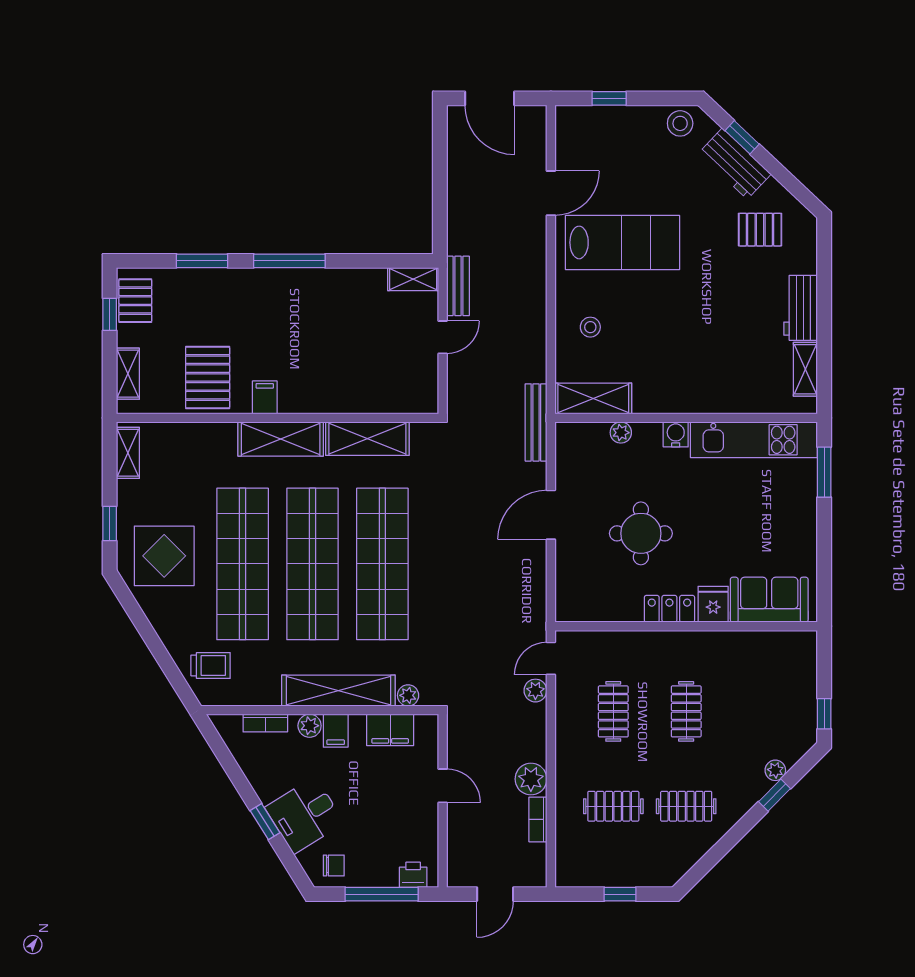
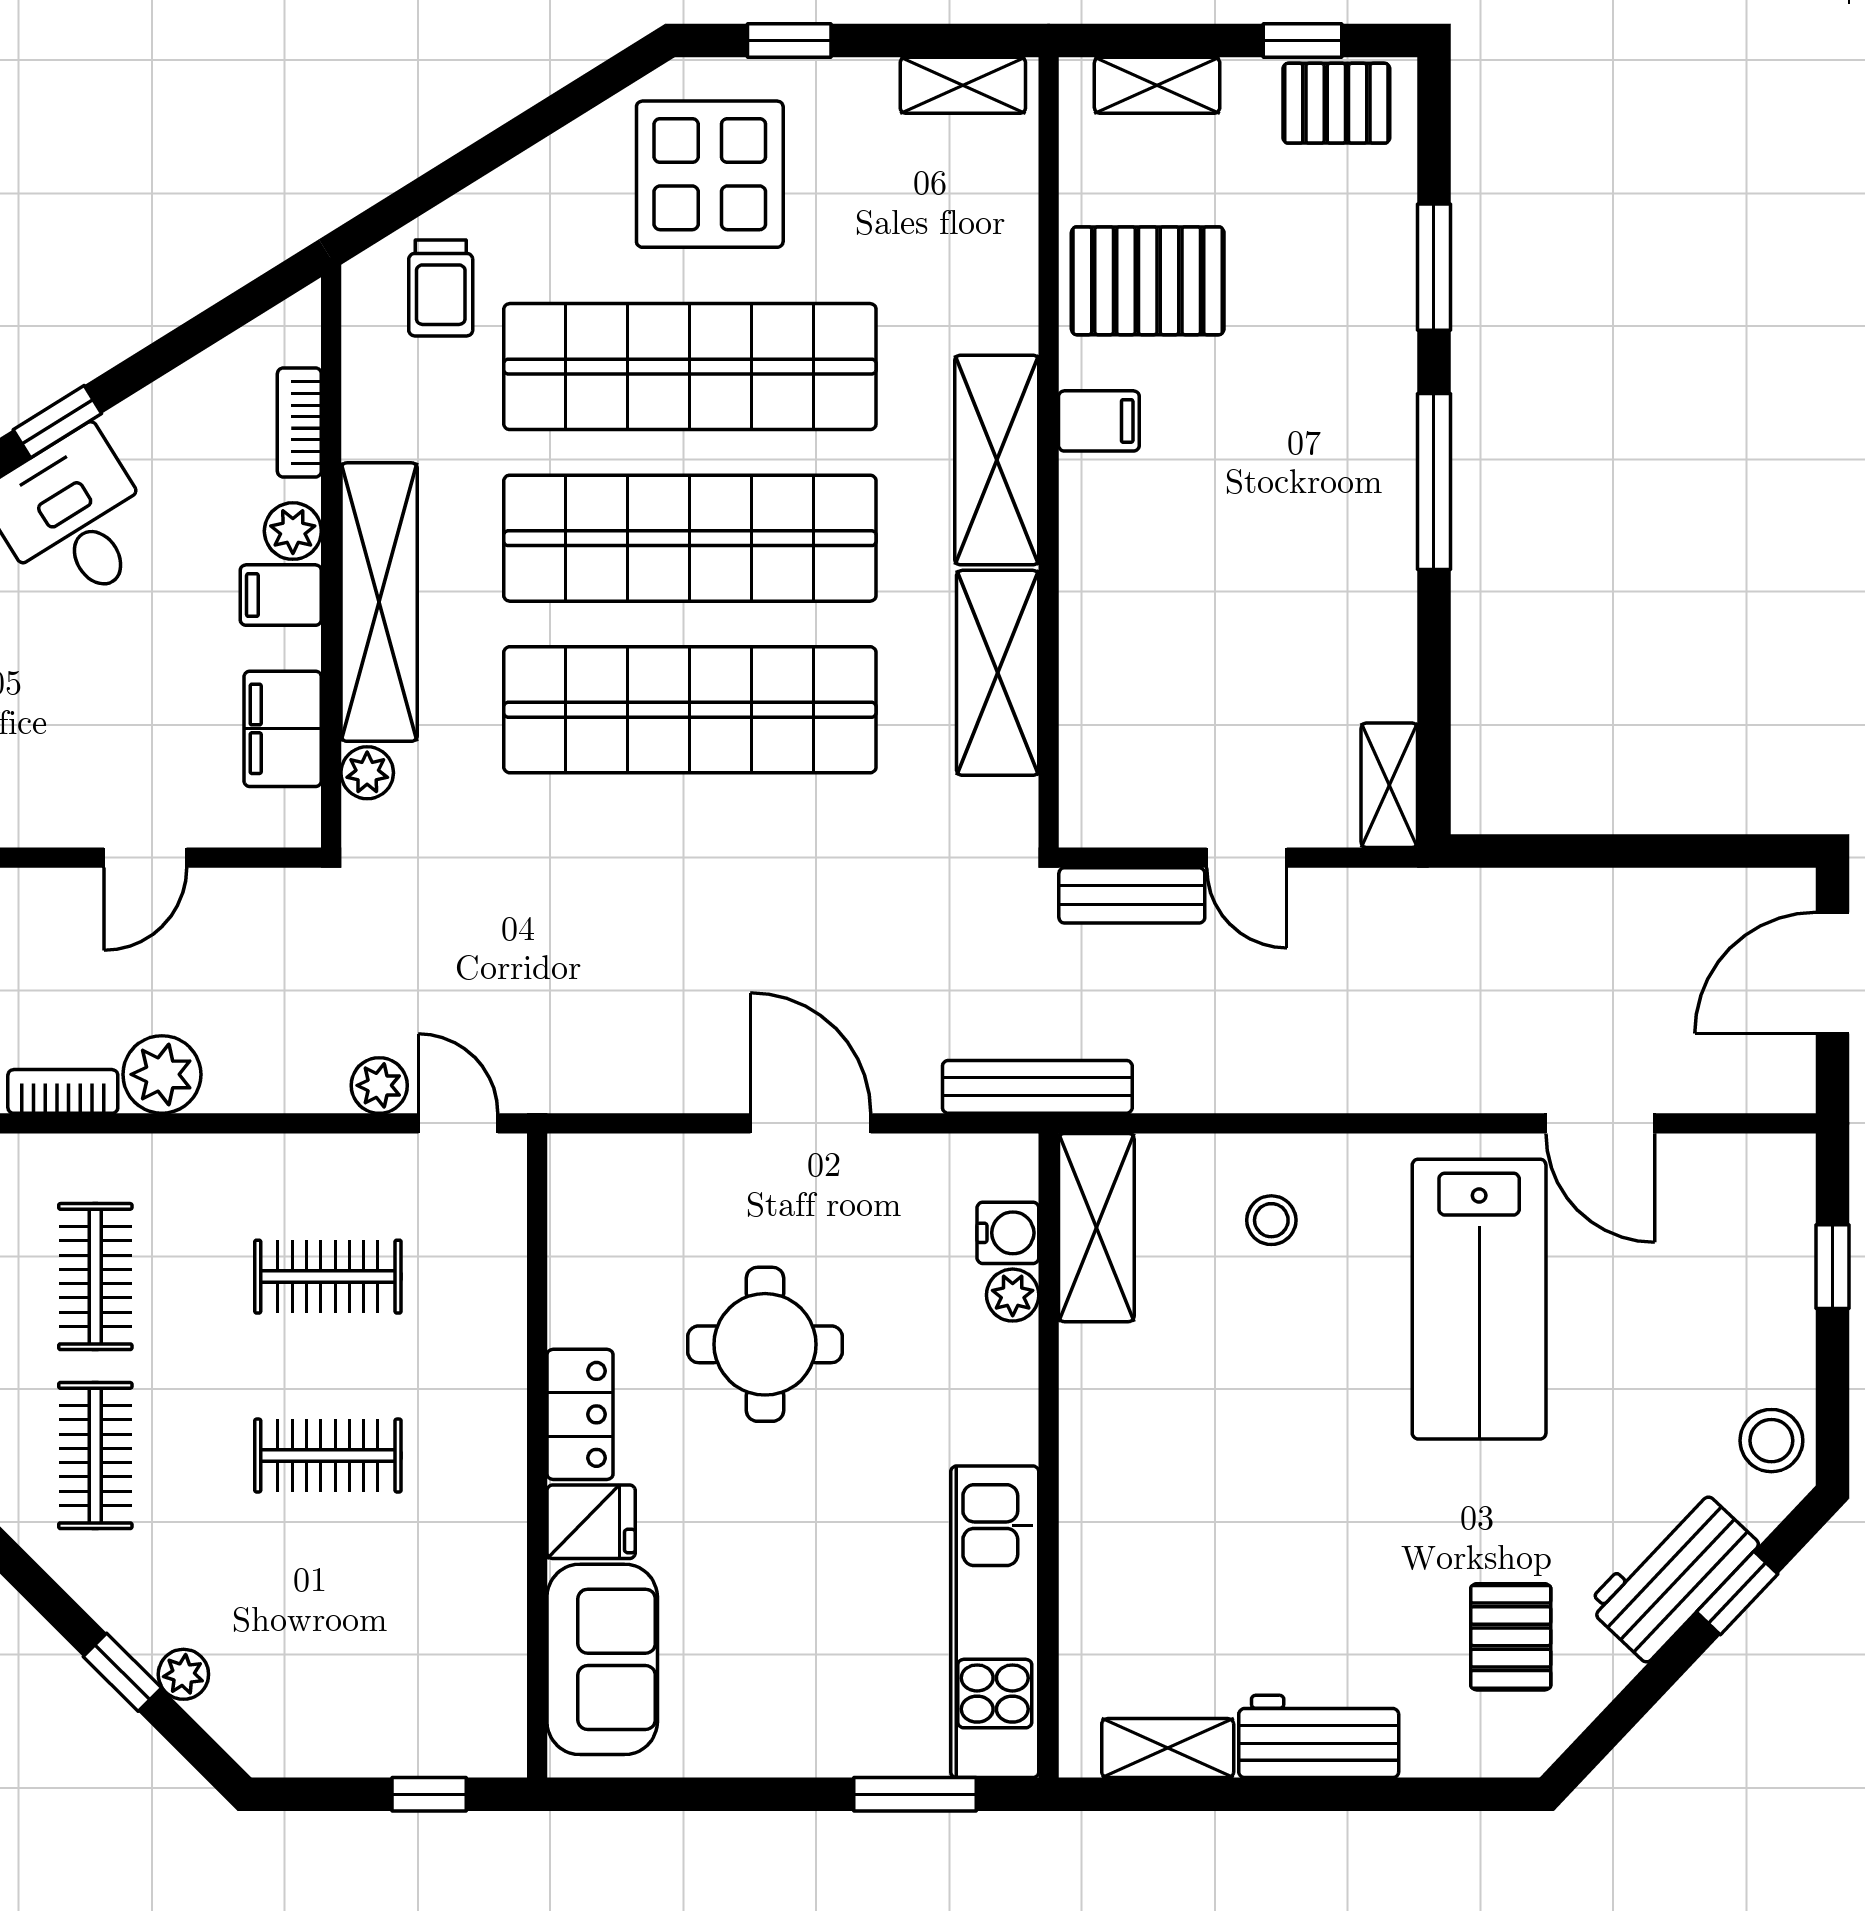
bench: (458, 286) -> (1132, 895), moved
water cooler: (676, 434) -> (1008, 1233), moved
window: (824, 714) -> (429, 1794), moved

